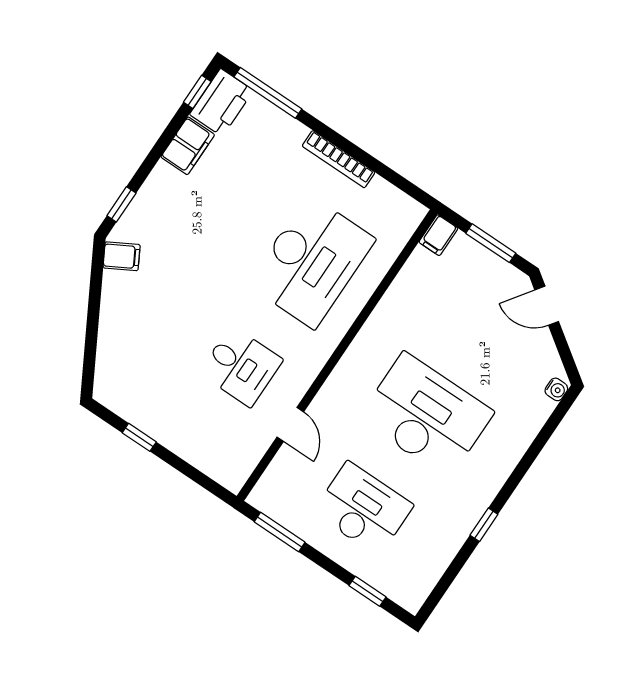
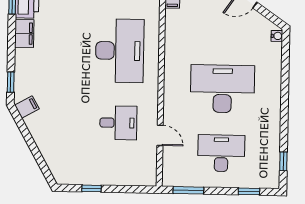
window: (484, 525) -> (283, 161), moved

